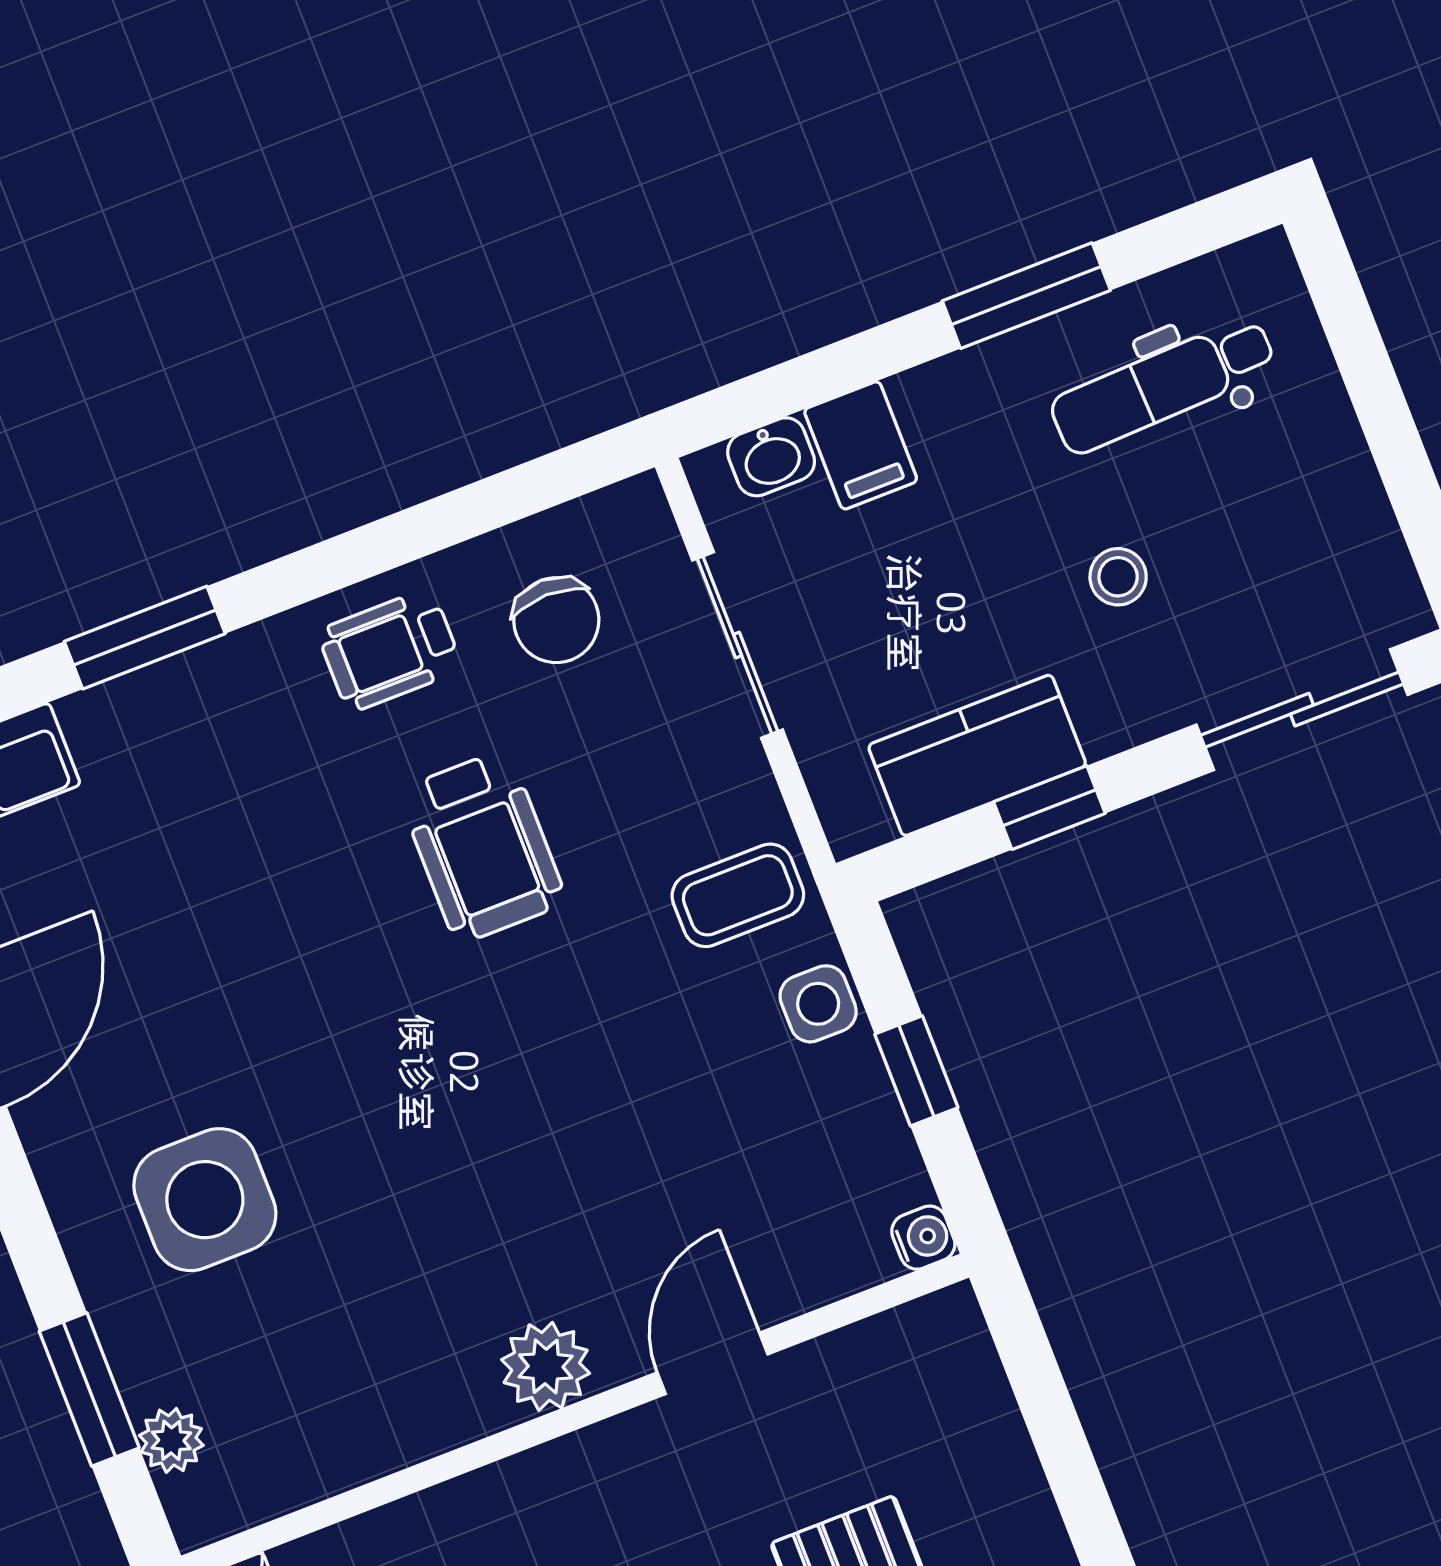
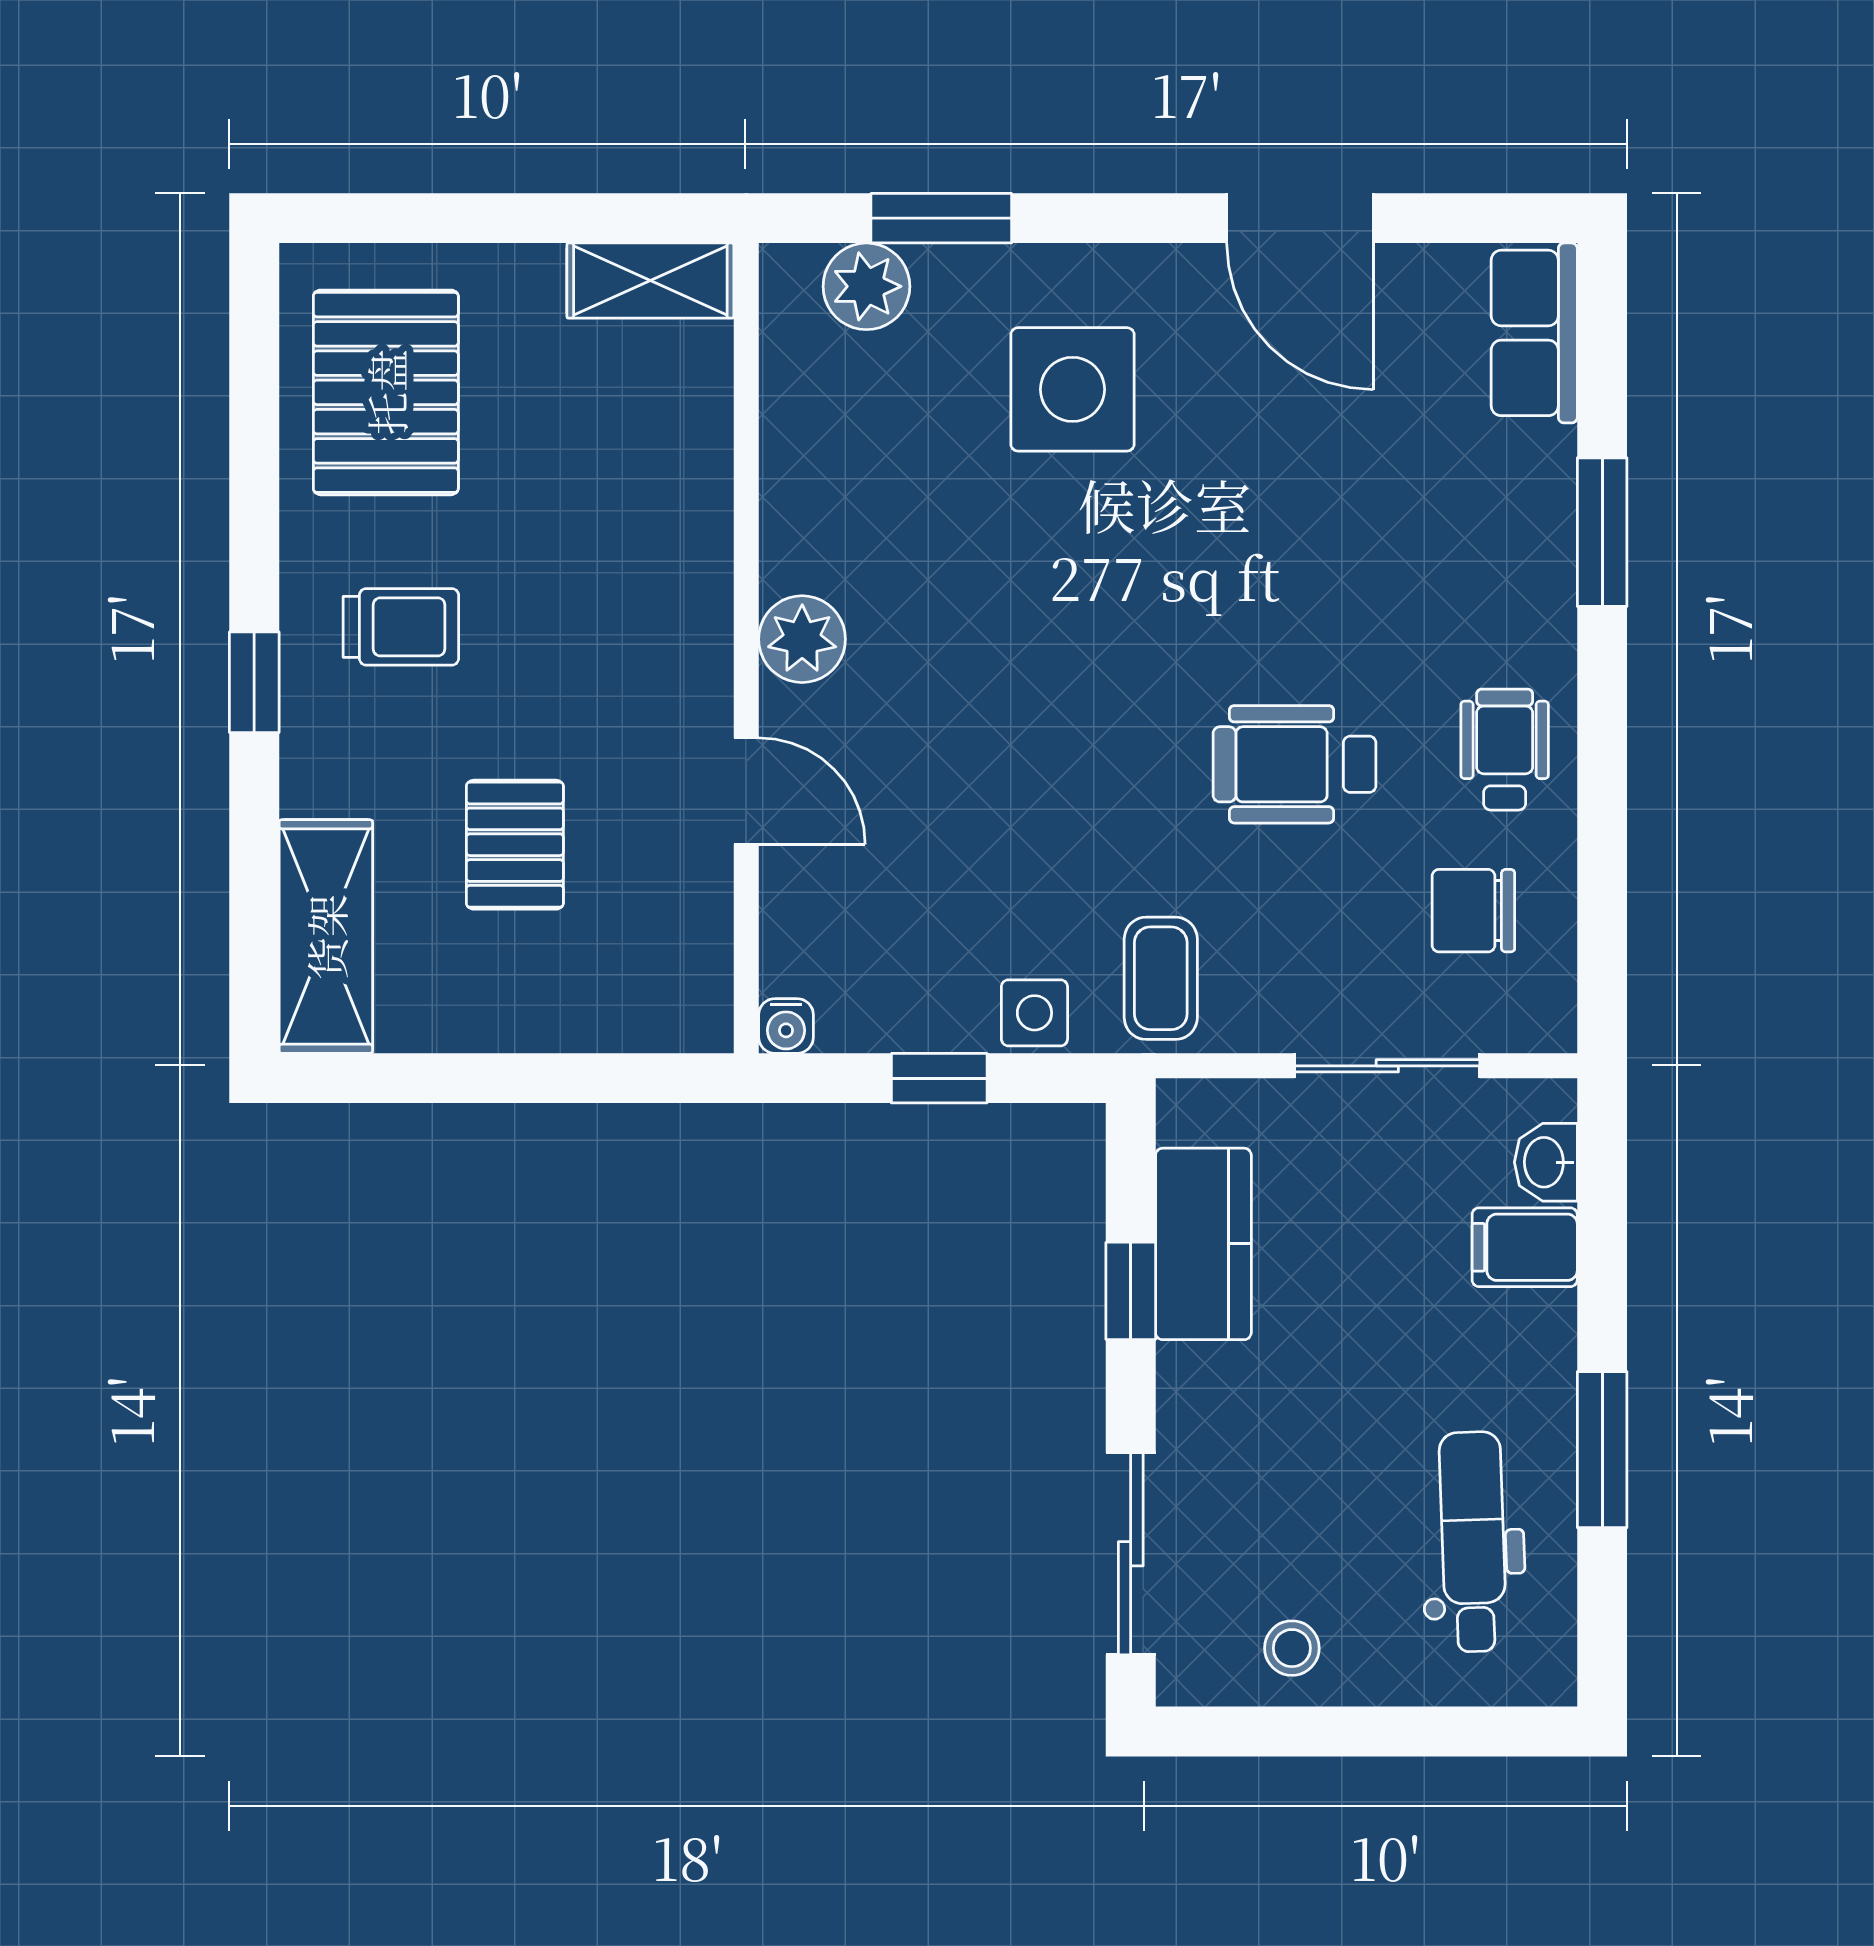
stool: (1118, 577) -> (1292, 1648), moved
plant: (171, 1440) -> (866, 286), width x1.38, depth x1.38

